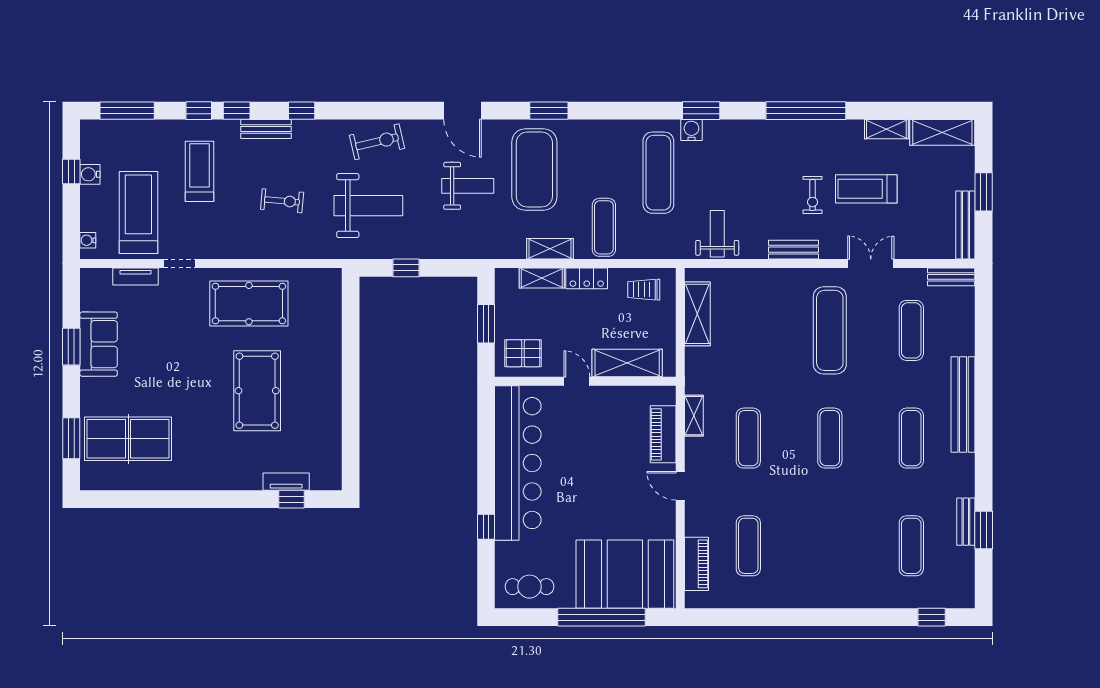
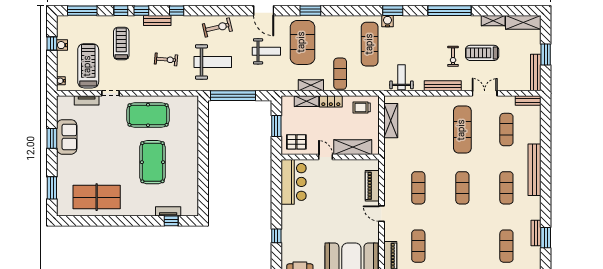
bench: (794, 250) -> (443, 86), width x1.36
window: (406, 268) -> (233, 96), width x3.17
shelving: (694, 416) -> (389, 176), removed
table tennis table: (128, 439) -> (97, 197), moved
bar counter: (518, 463) -> (294, 182), width x0.54

